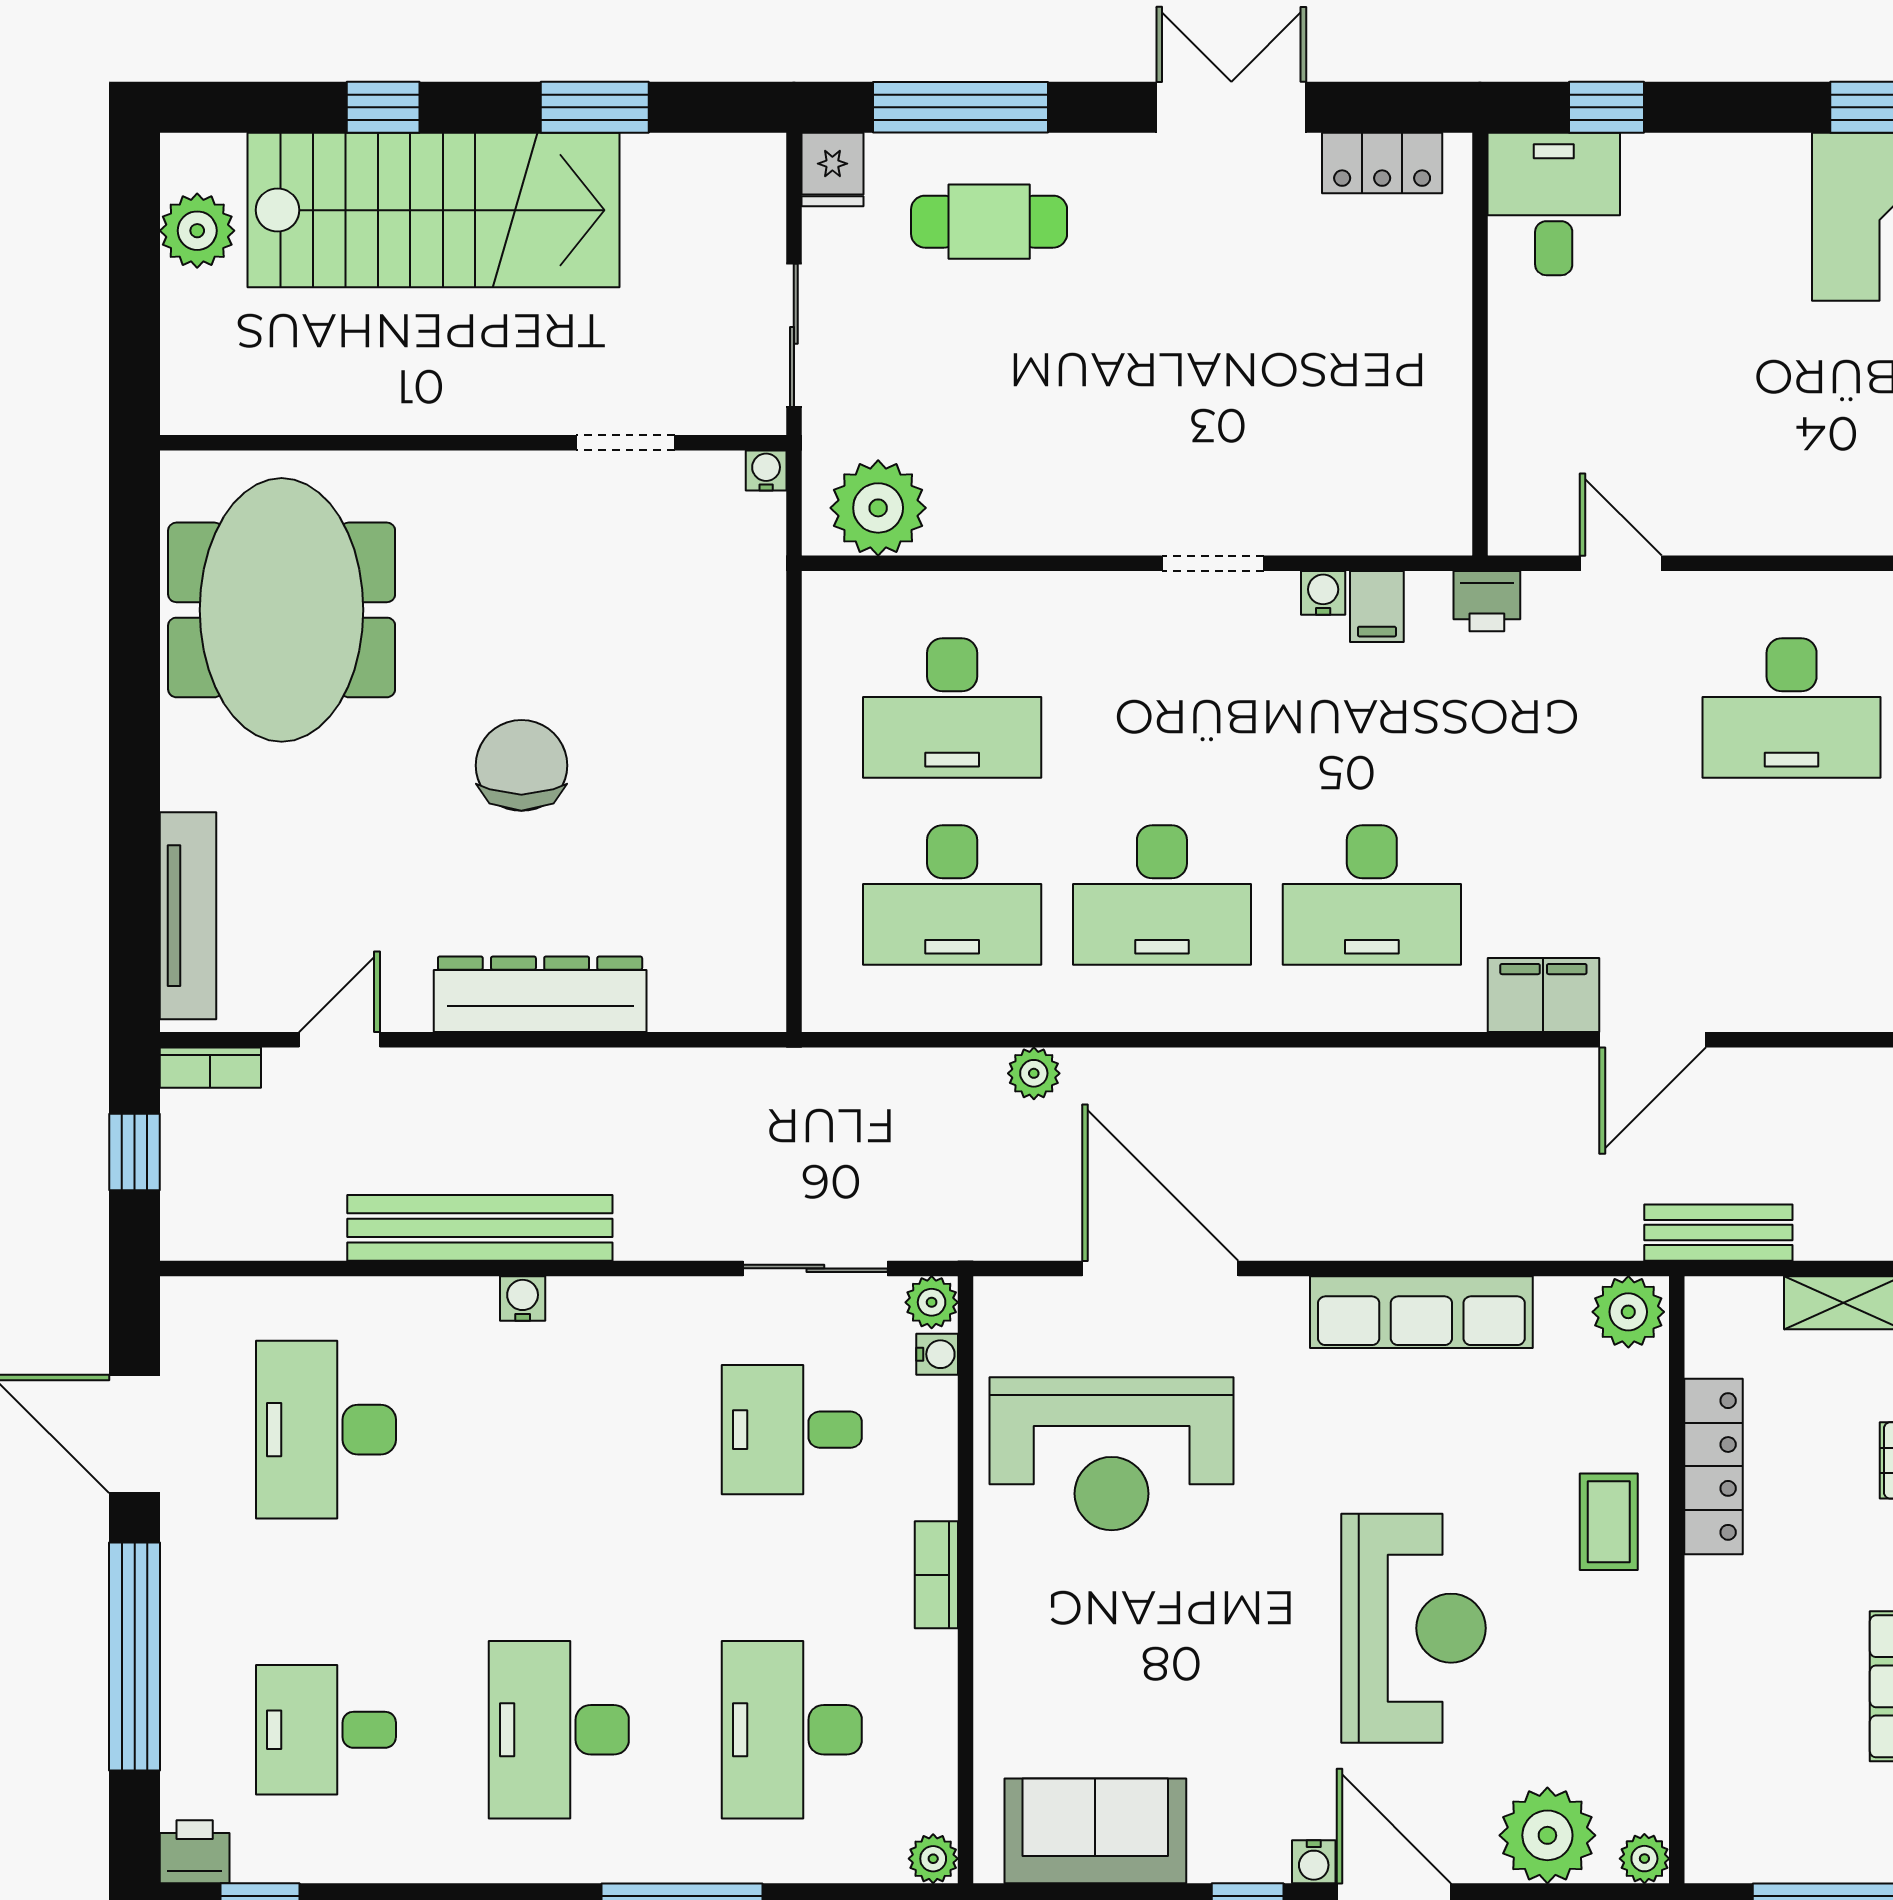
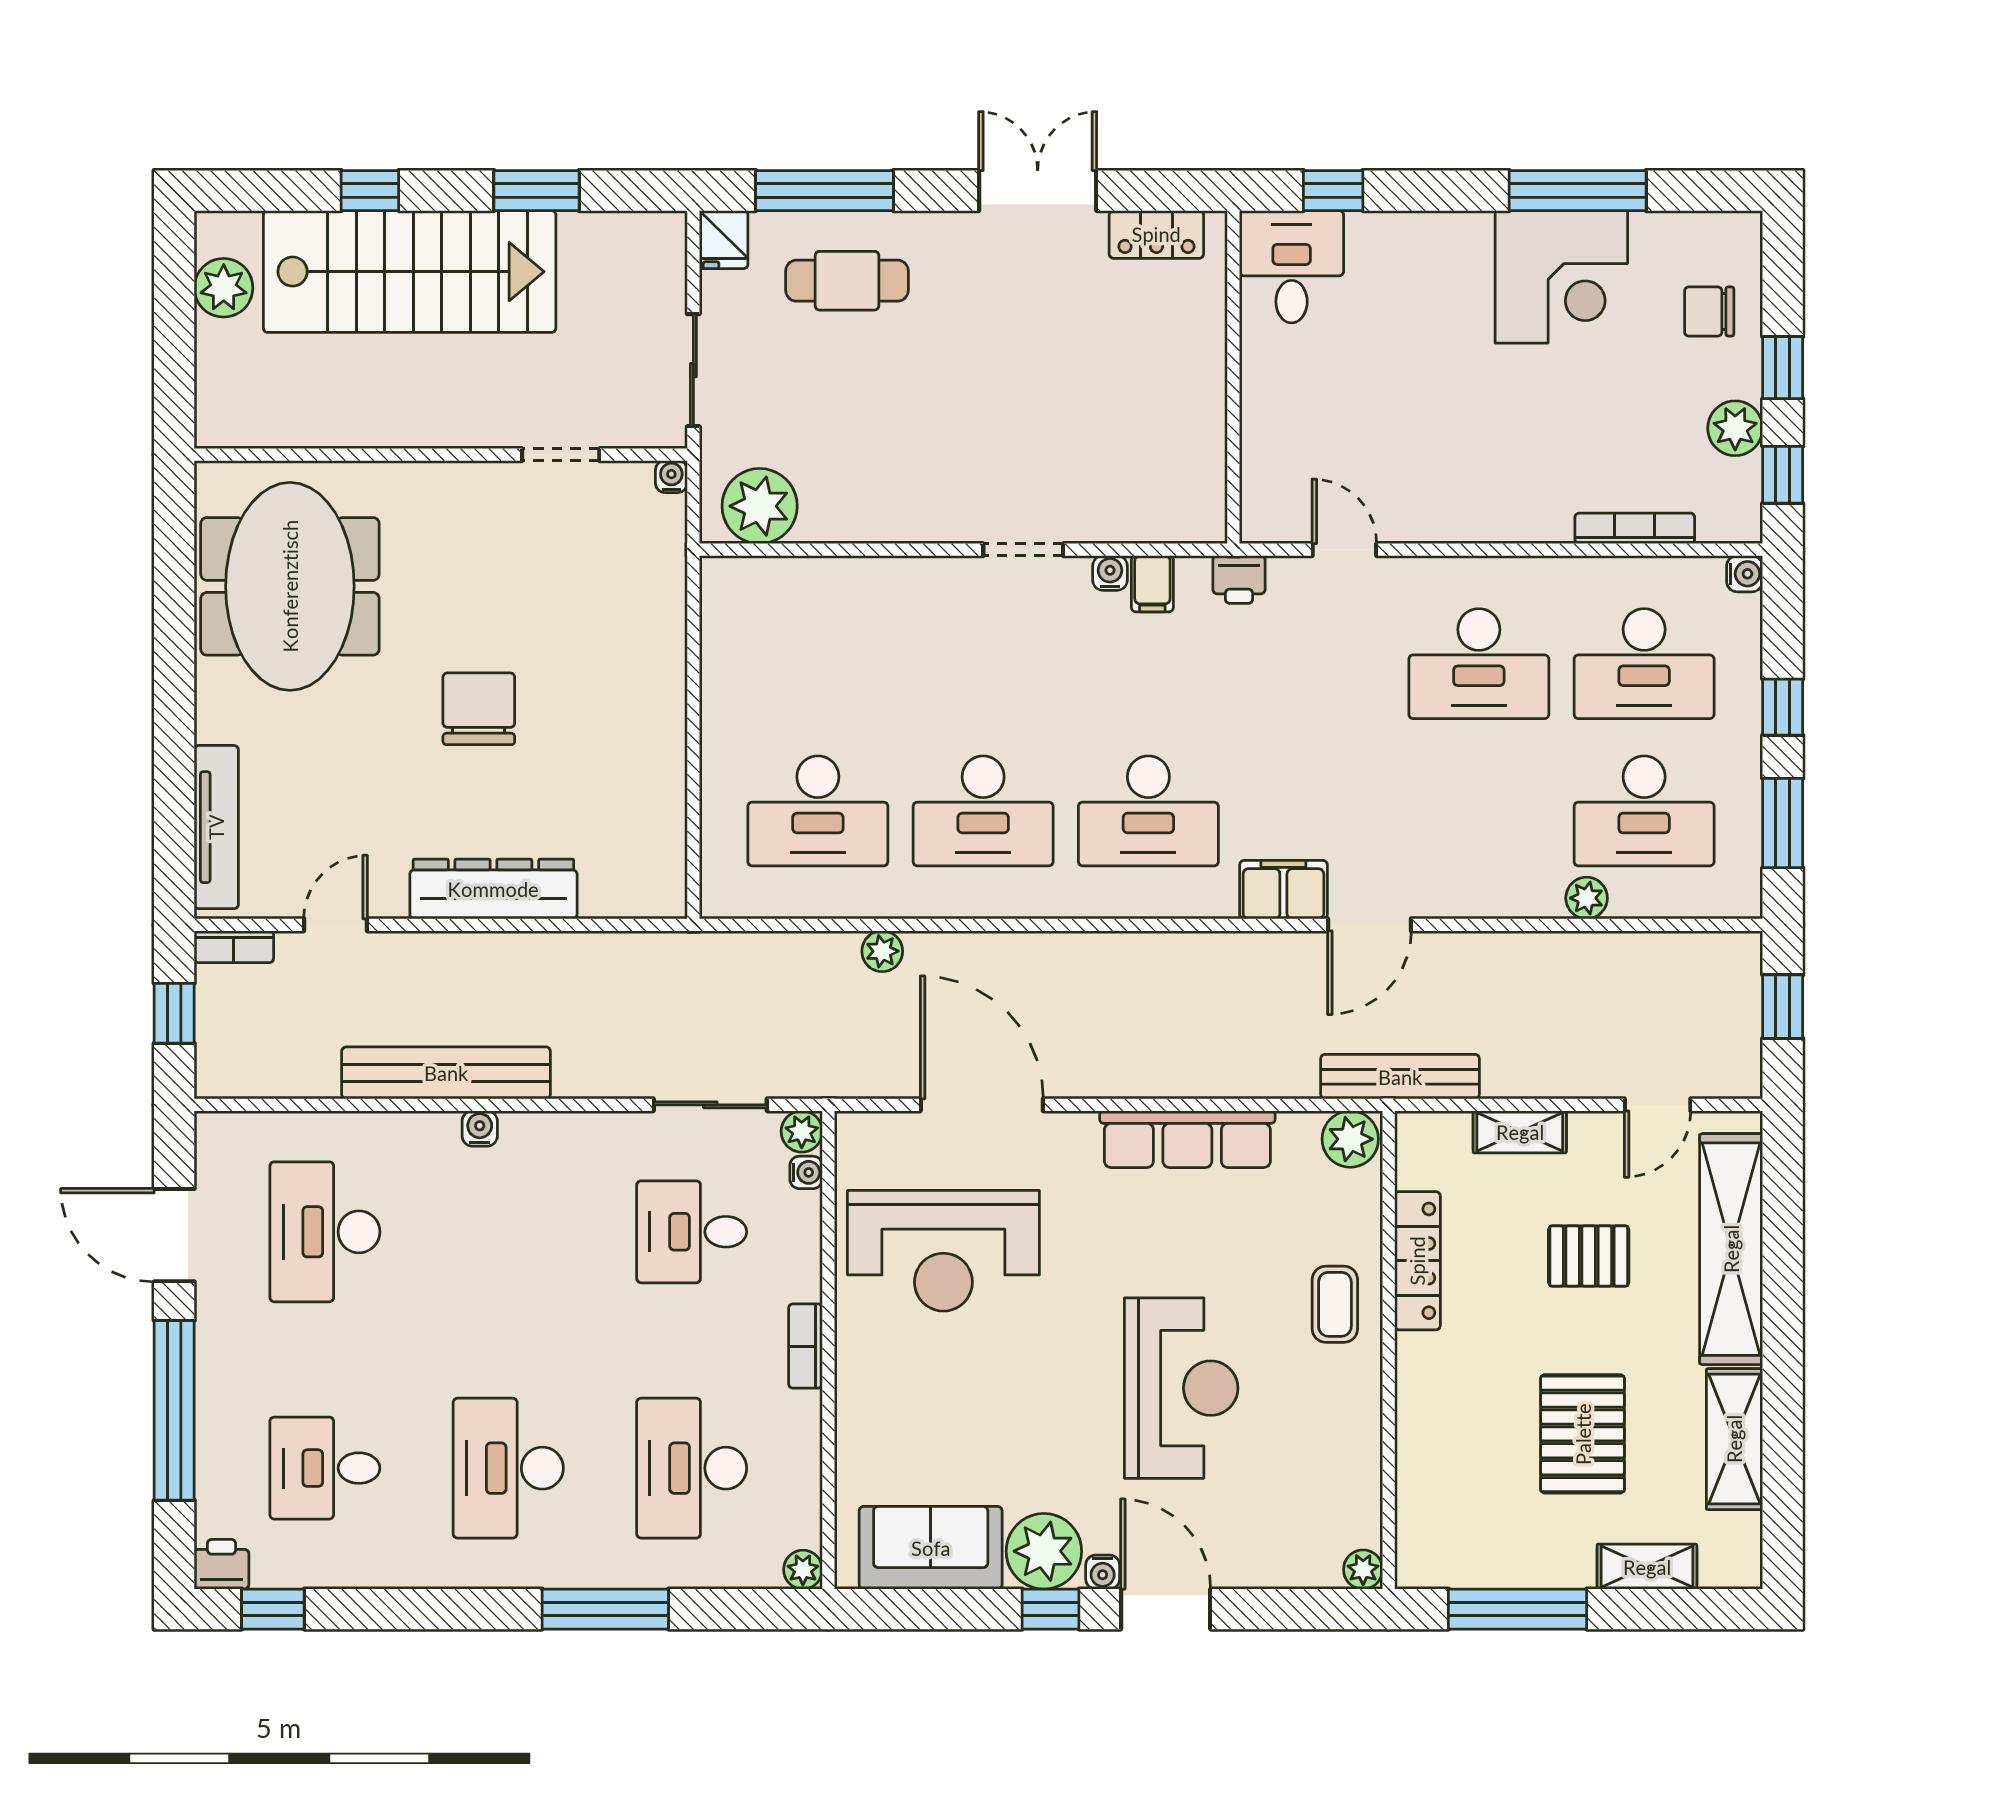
desk: (952, 708) -> (818, 664), removed
bench: (1718, 1233) -> (1400, 1077), width x1.36
plant: (1547, 1835) -> (1044, 1551), moved

